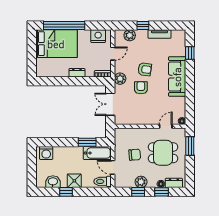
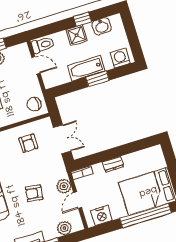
plant: (120, 79) -> (64, 186), moved
armchair: (141, 88) -> (28, 143), moved
window: (87, 142) -> (98, 79), moved
bathtub: (97, 153) -> (86, 68), moved
chair: (135, 155) -> (34, 104), moved

